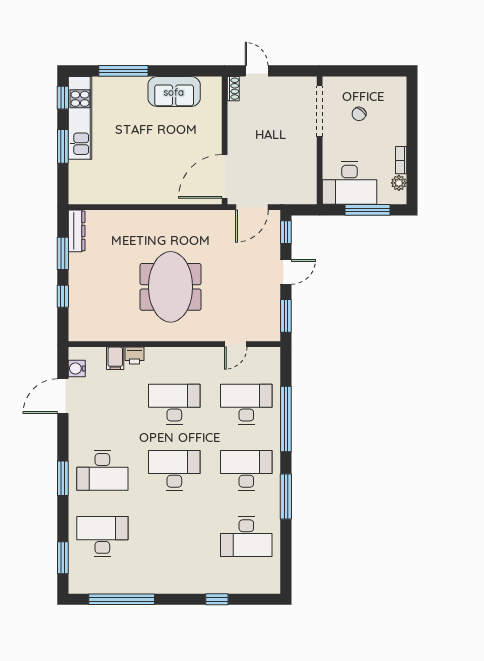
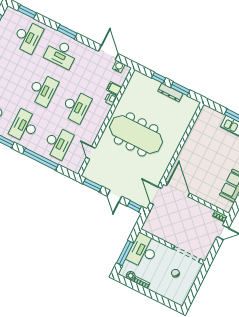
dresser: (77, 231) -> (170, 92), moved
meeting table: (171, 287) -> (136, 134), width x1.36
desk: (102, 470) -> (61, 54), turned -90
desk: (246, 470) -> (25, 126), turned 180

